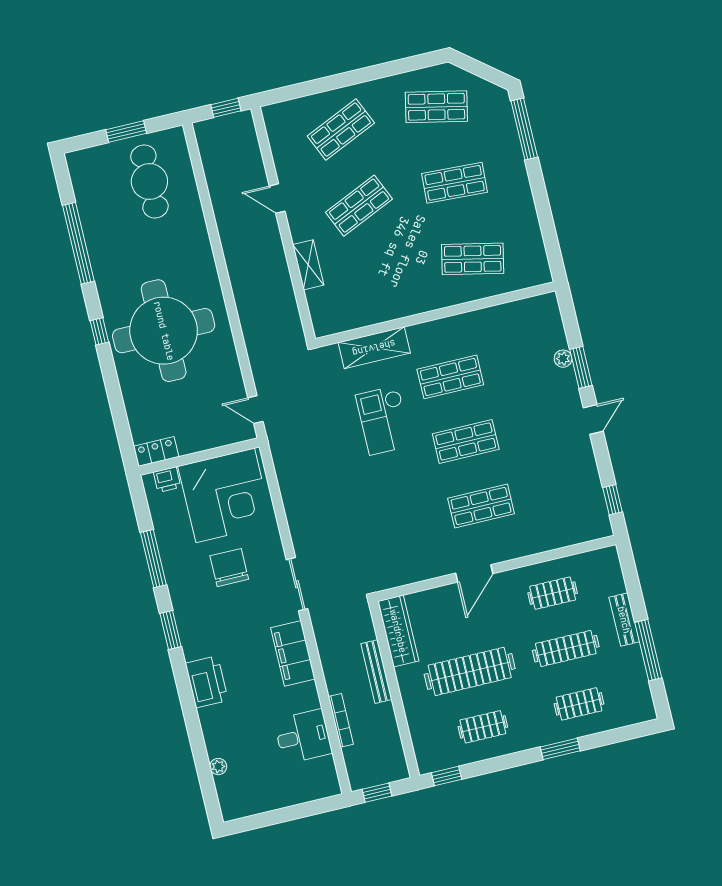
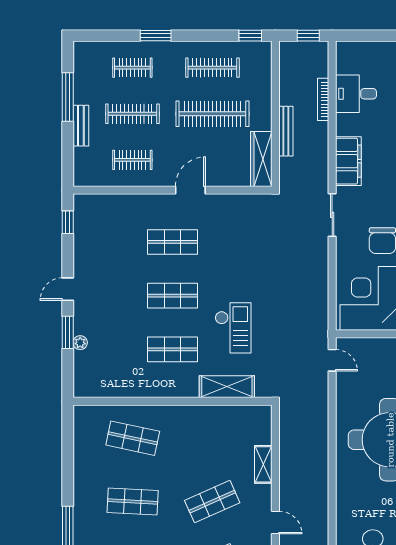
clothes rail: (483, 727) -> (212, 68), width x1.36

